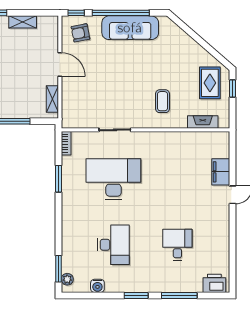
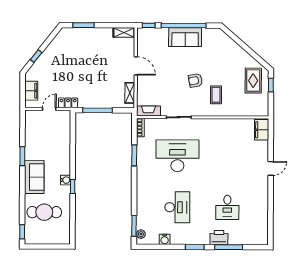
shelving: (23, 22) -> (124, 32), moved
sofa: (130, 28) -> (185, 37), width x0.73
armchair: (80, 33) -> (195, 80), moved
fireplace: (203, 122) -> (148, 111), moved
filing cabinet: (221, 172) -> (262, 130), moved
desk: (177, 245) -> (227, 207), turned 180
printer: (214, 283) -> (219, 238), moved

